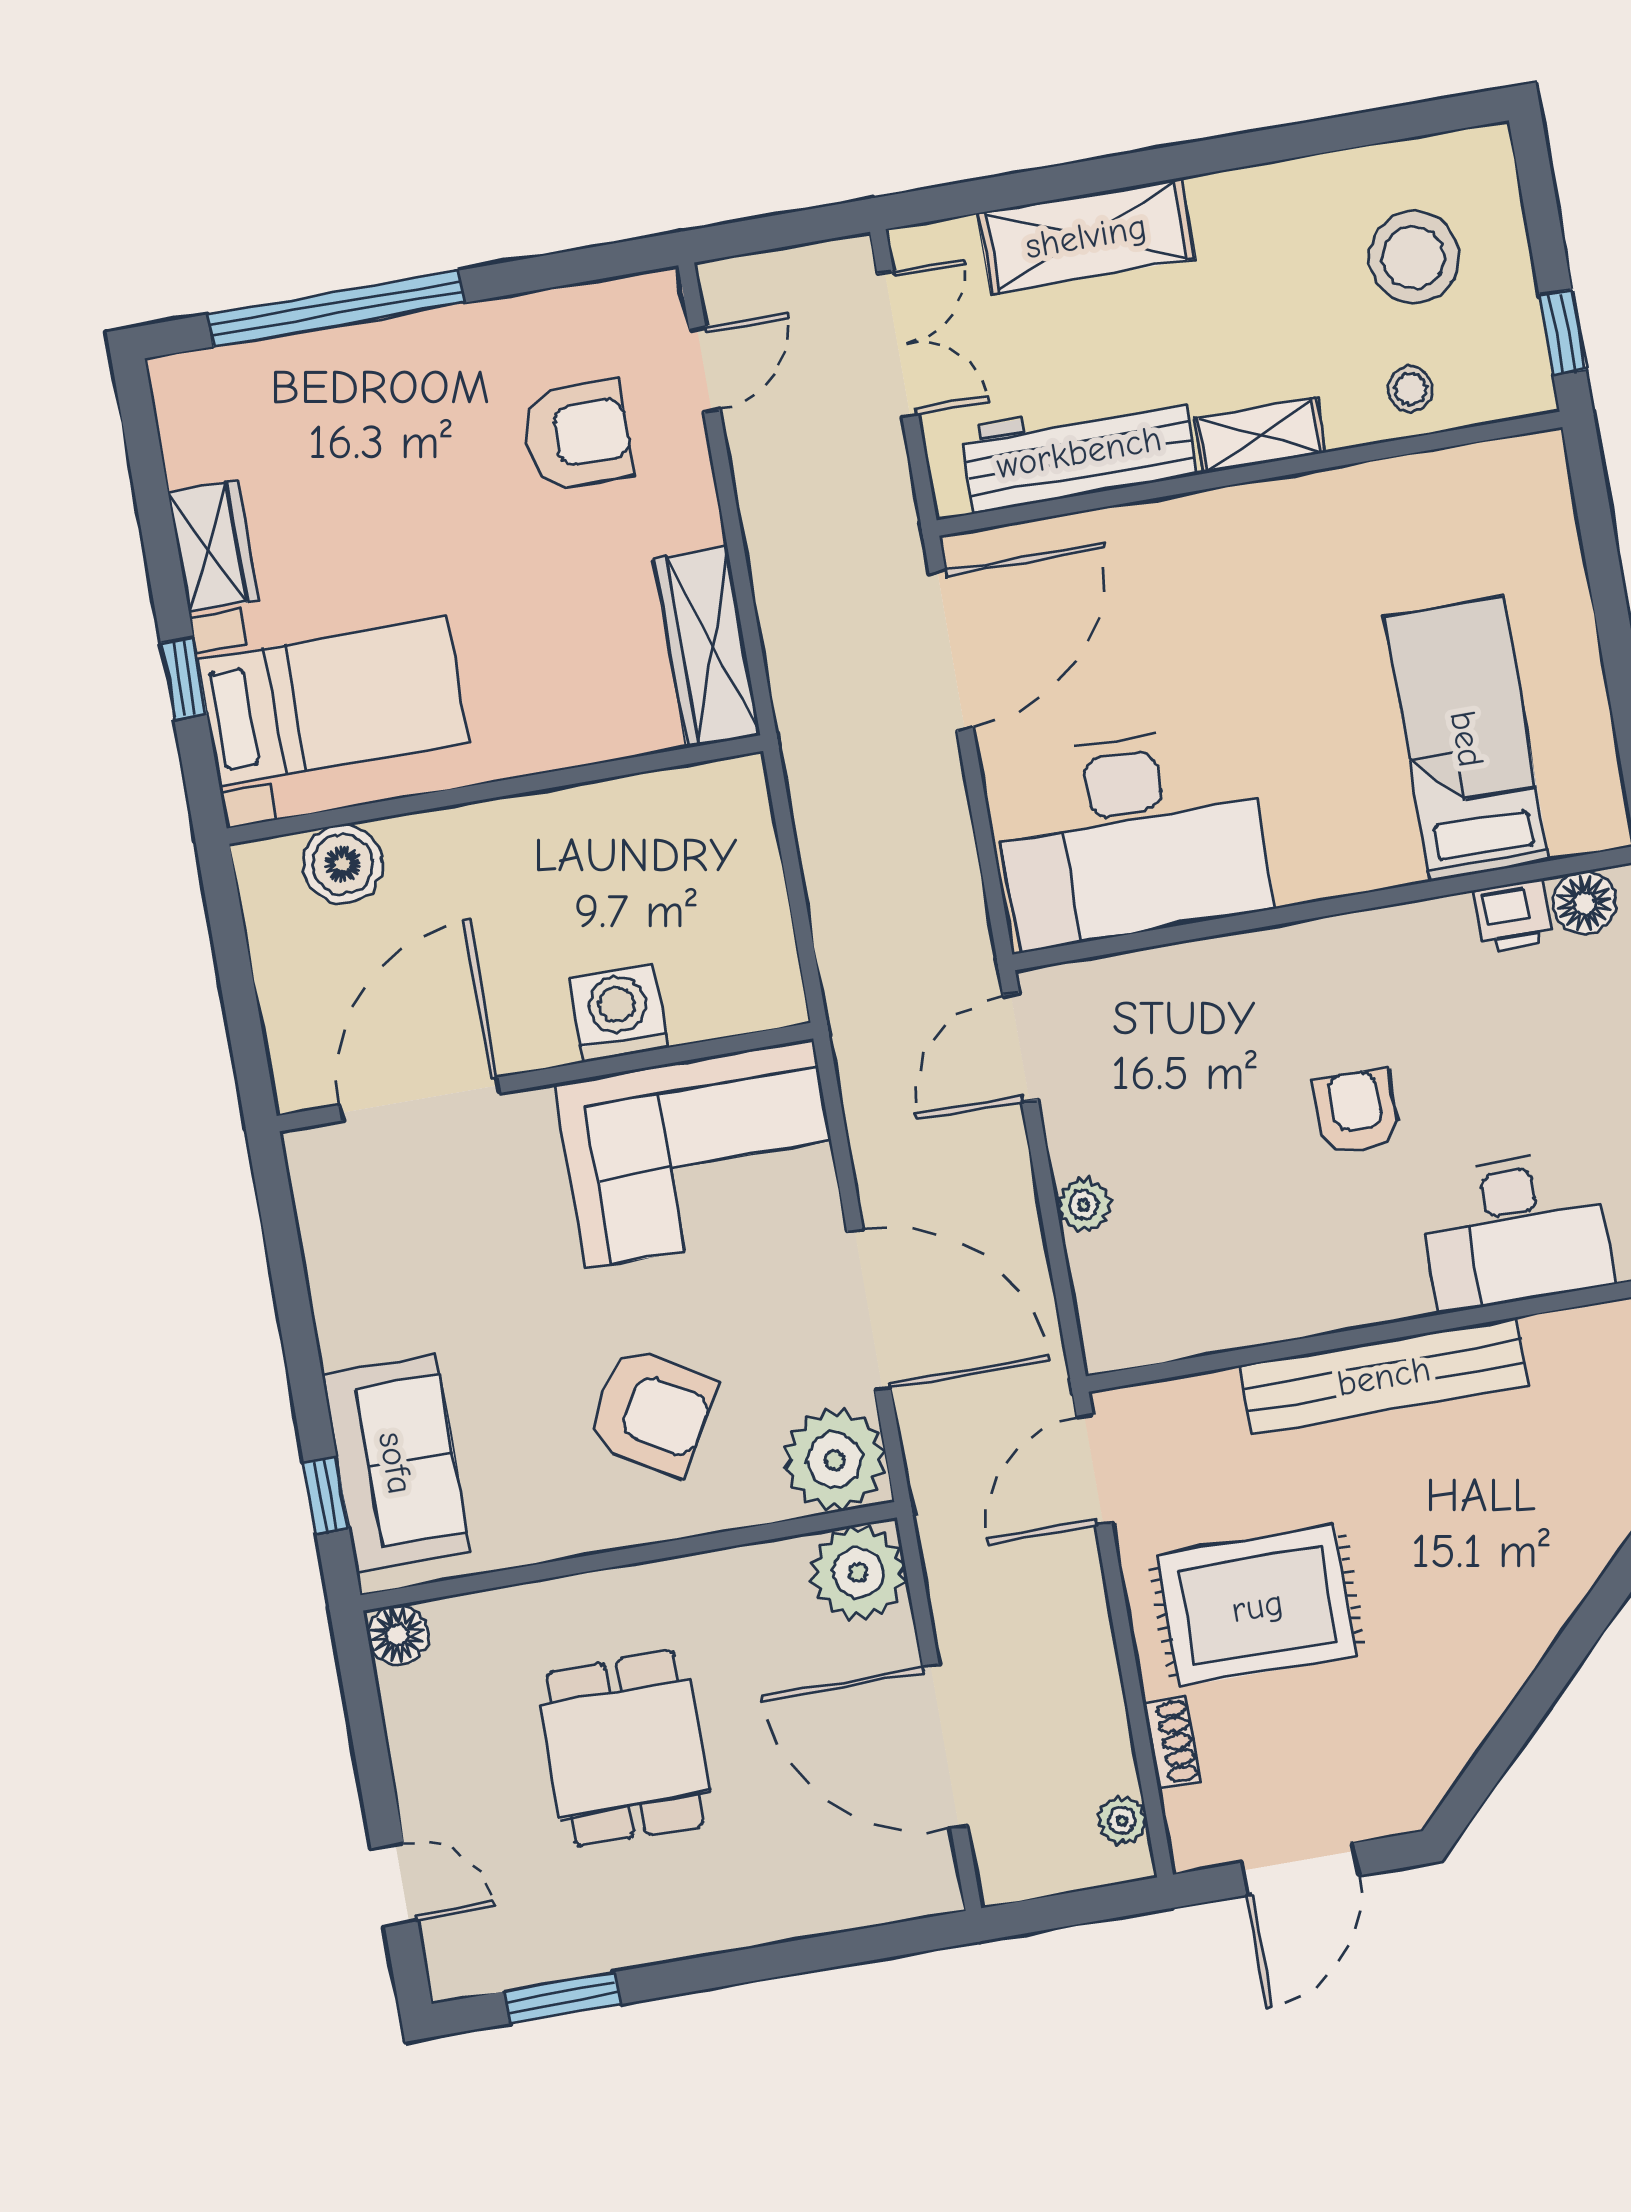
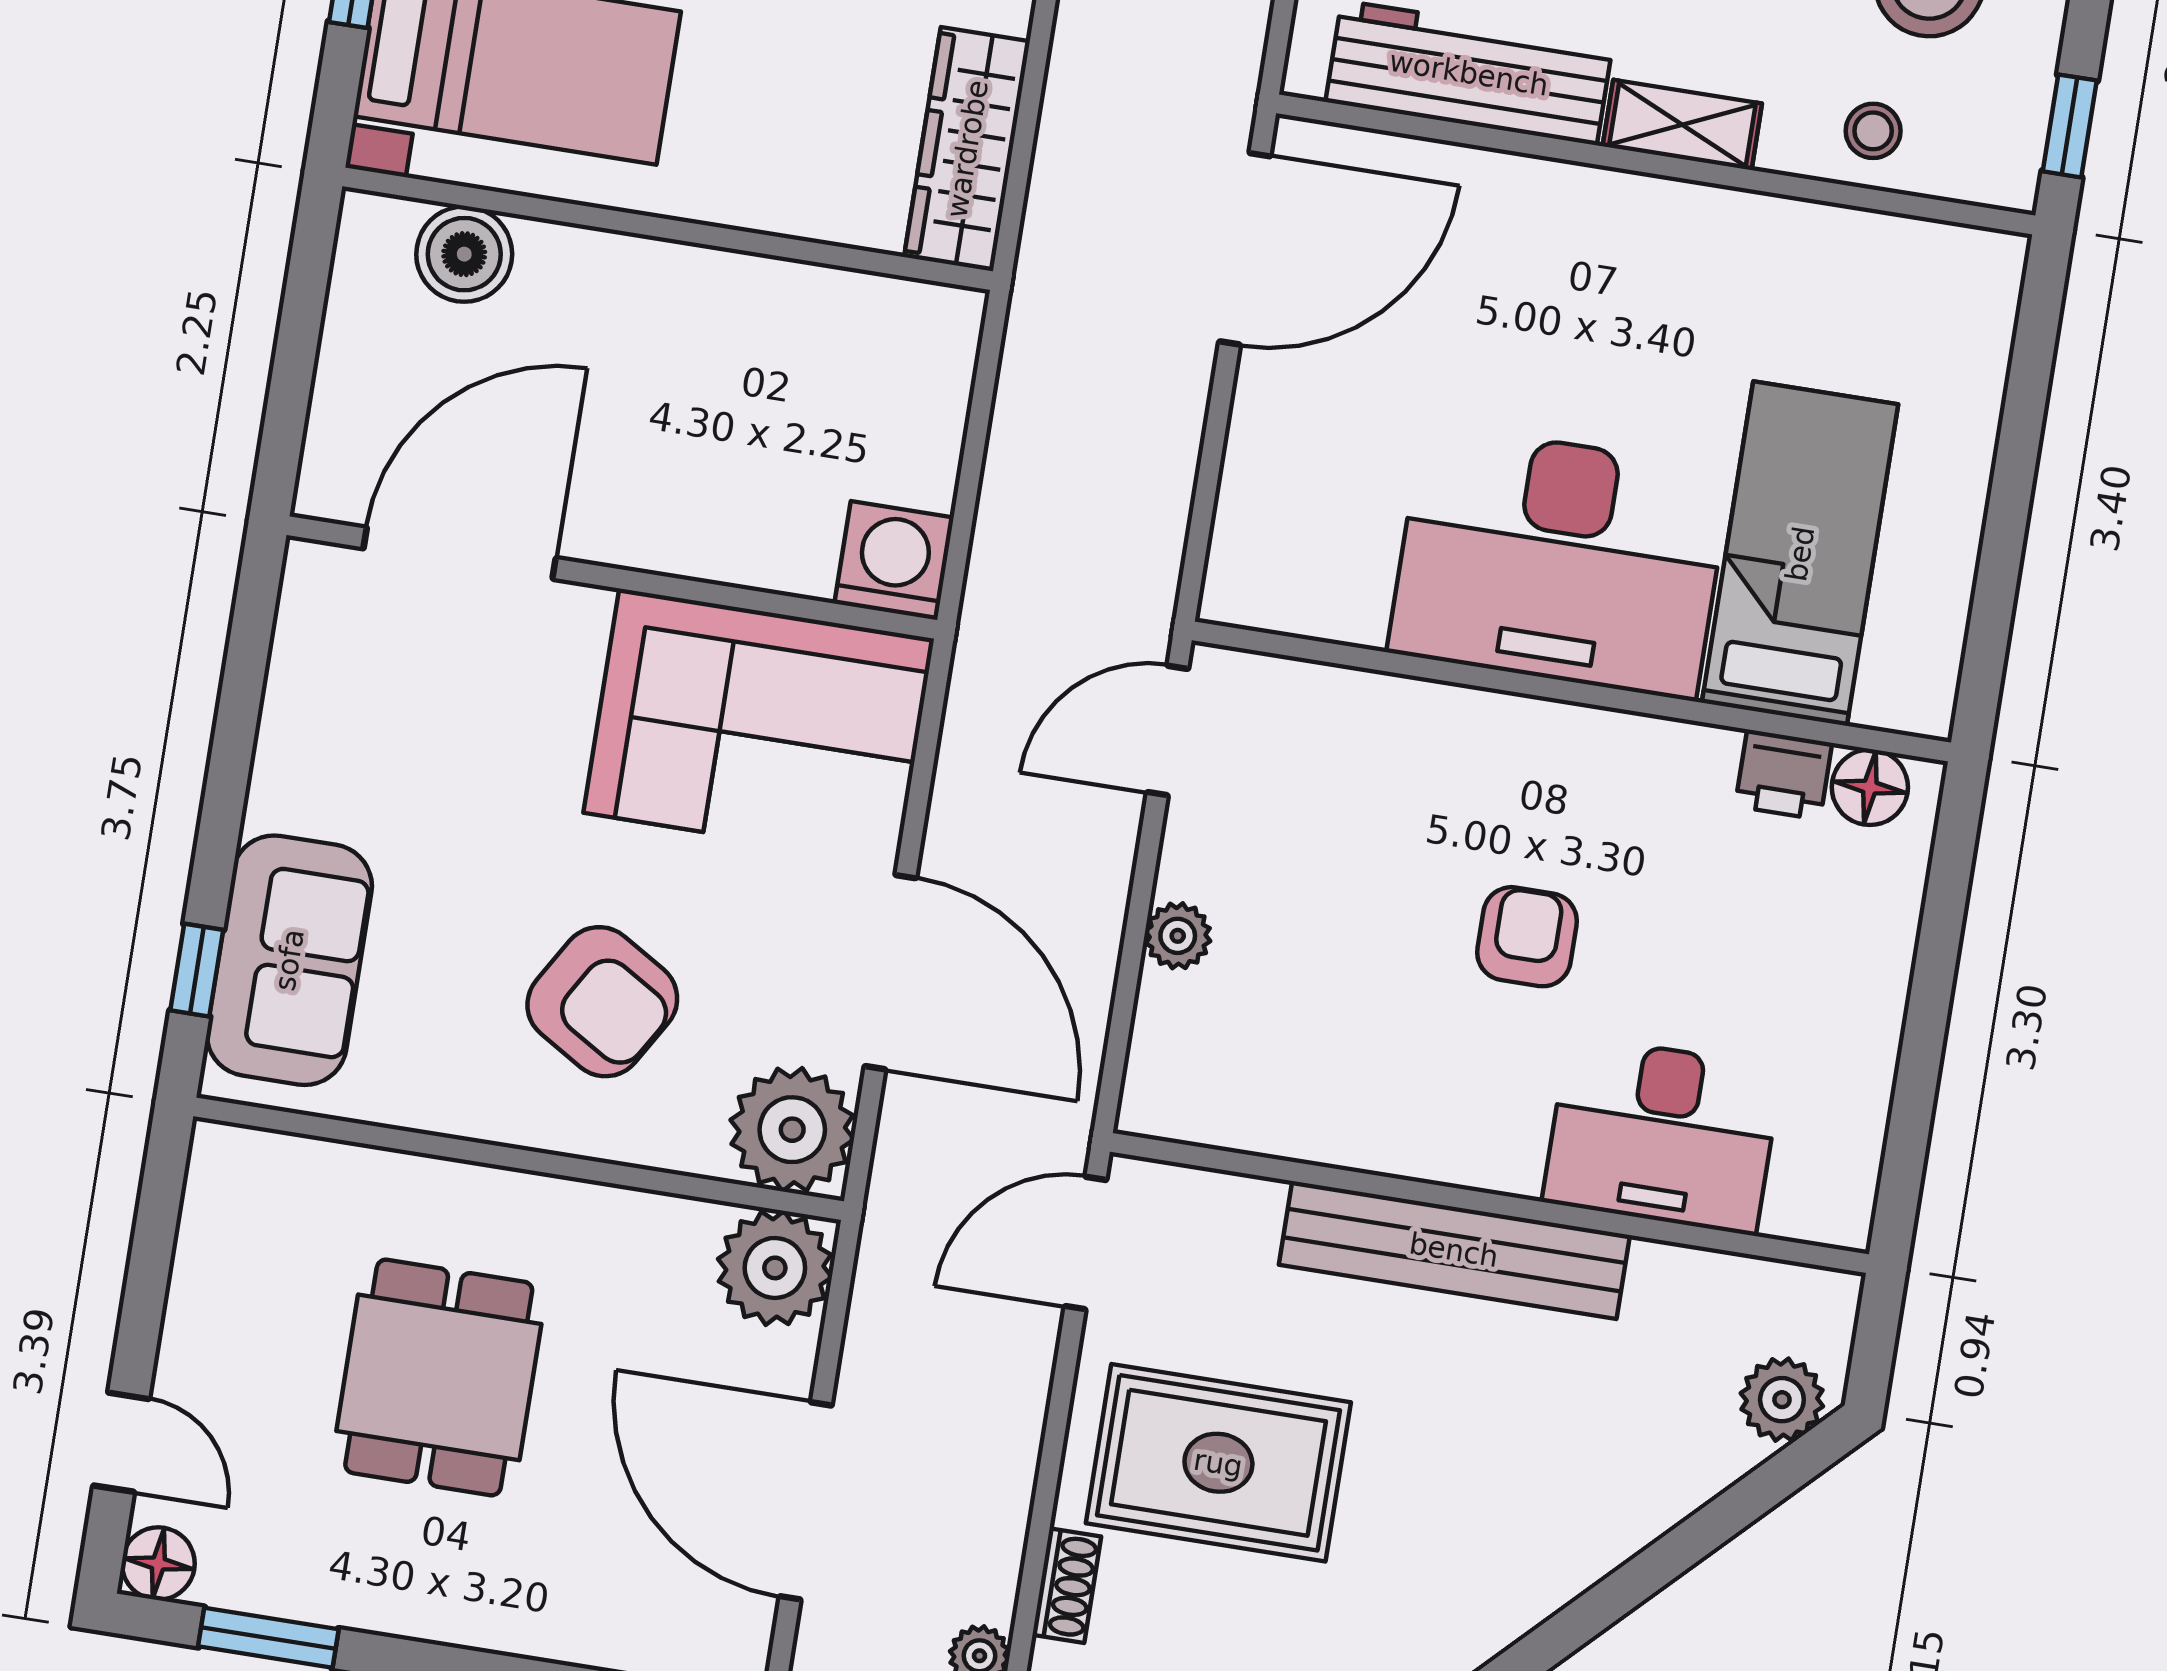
desk: (1132, 836) -> (1559, 561), moved
washing machine: (618, 1013) -> (894, 560), moved
floor lamp: (398, 1635) -> (158, 1564), moved

